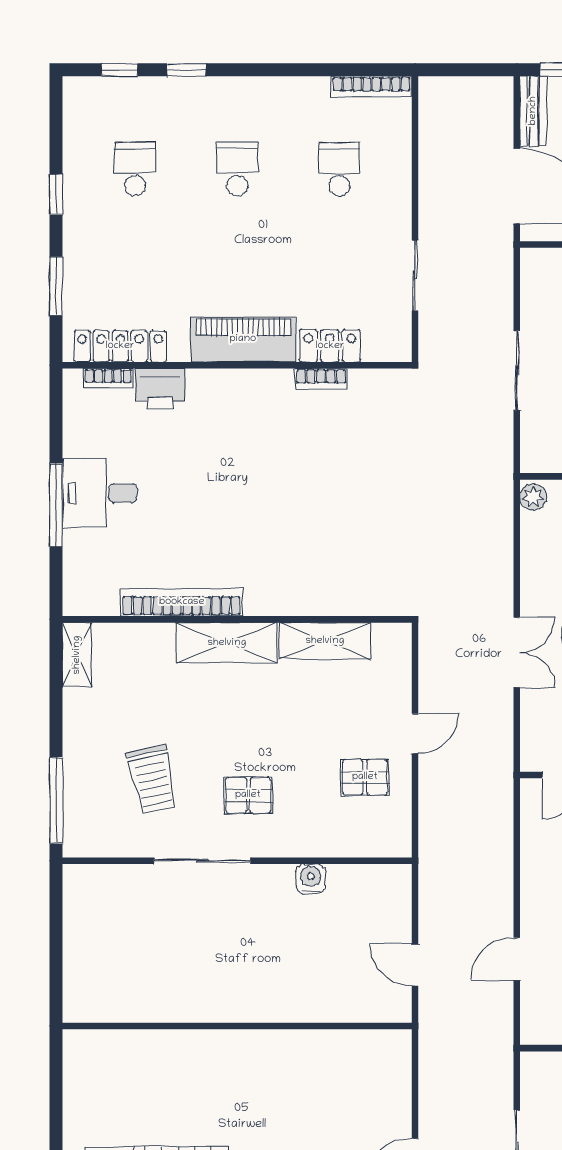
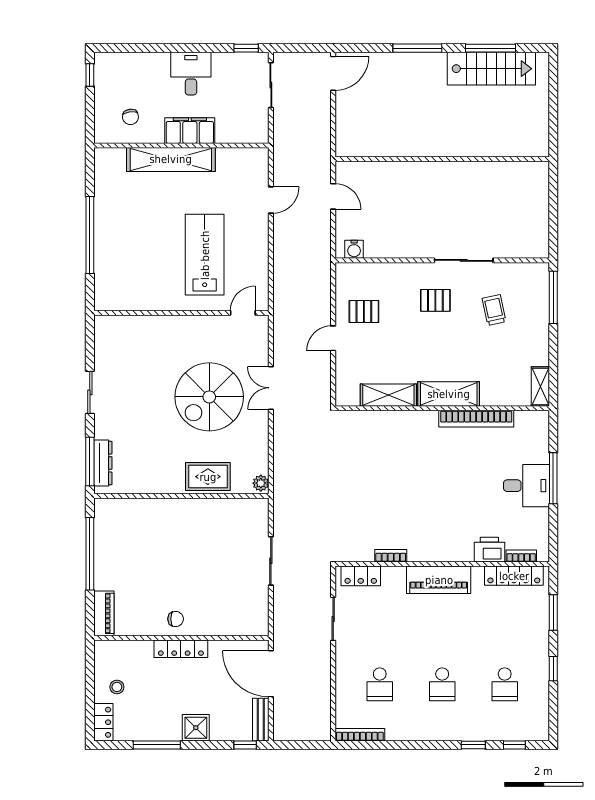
locker: (330, 346) -> (361, 576), moved
trolley: (153, 780) -> (494, 310), width x0.73, depth x0.72
water cooler: (311, 879) -> (354, 249), moved

